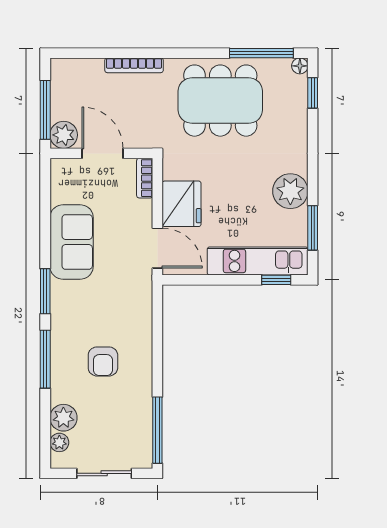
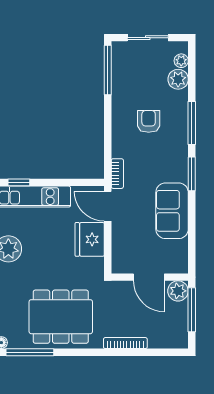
bookcase: (145, 178) -> (117, 174), moved

